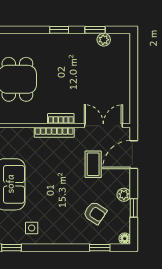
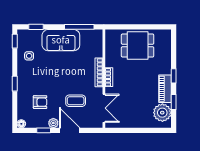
plant: (104, 40) -> (162, 113), width x1.87, depth x1.87
piano: (77, 42) -> (165, 89), added
door: (134, 155) -> (70, 130), moved
armchair: (95, 213) -> (40, 102), turned -123
window: (100, 248) -> (15, 84), moved

